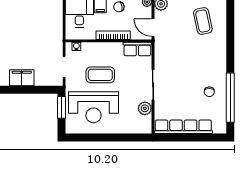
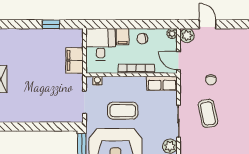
coffee table: (203, 21) -> (208, 113), moved
filing cabinet: (22, 78) -> (74, 60), moved, turned -90
chair: (209, 92) -> (211, 80), moved

